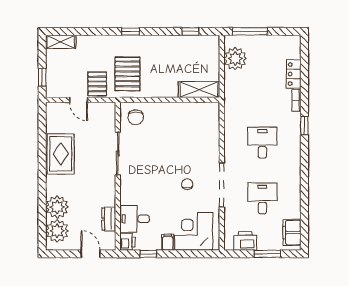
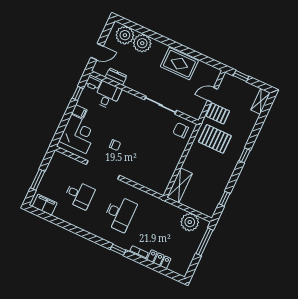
desk: (262, 143) -> (120, 213), width x1.37
printer: (245, 241) -> (54, 168), removed

